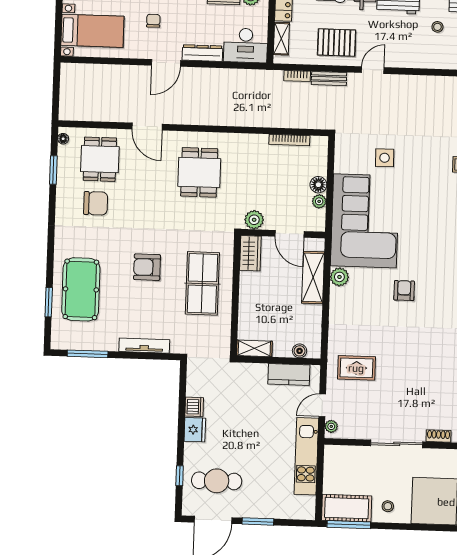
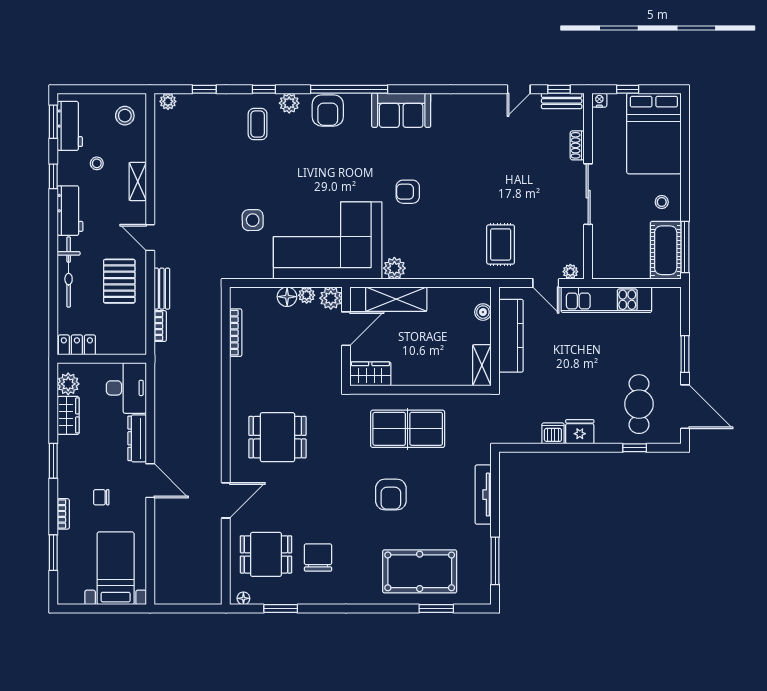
shelving: (281, 39) -> (138, 181), moved, turned 90
plant: (254, 220) -> (331, 298), moved
kitchen counter: (289, 374) -> (511, 336), width x1.50

